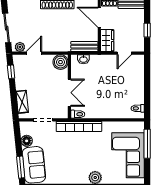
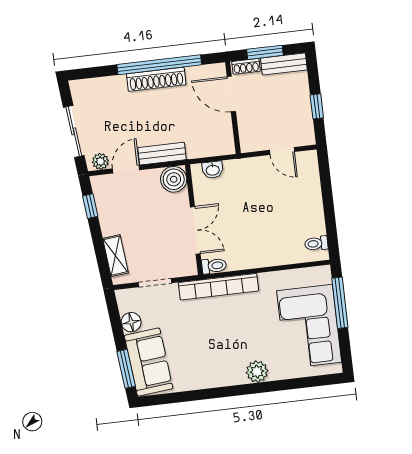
wardrobe: (107, 41) -> (250, 133), removed
bench: (84, 47) -> (162, 154), moved
door: (124, 53) -> (282, 151), hinge flipped

